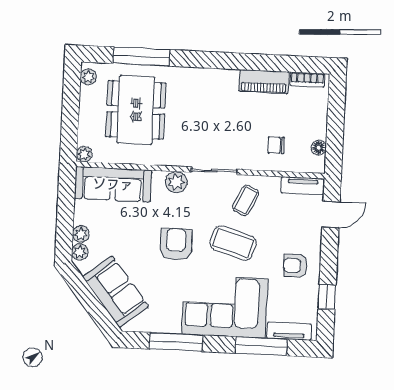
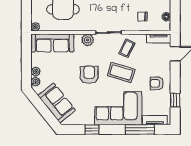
window: (176, 342) -> (92, 129), width x0.46

